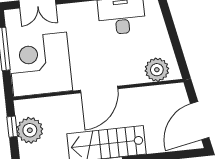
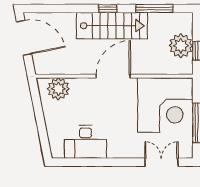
door: (200, 121) -> (24, 38), hinge flipped

